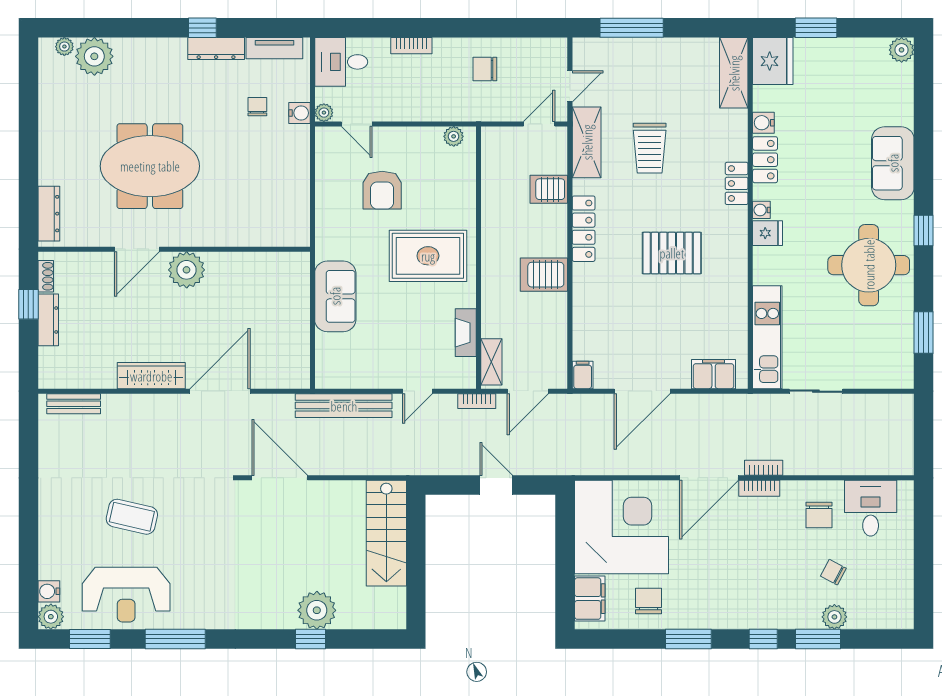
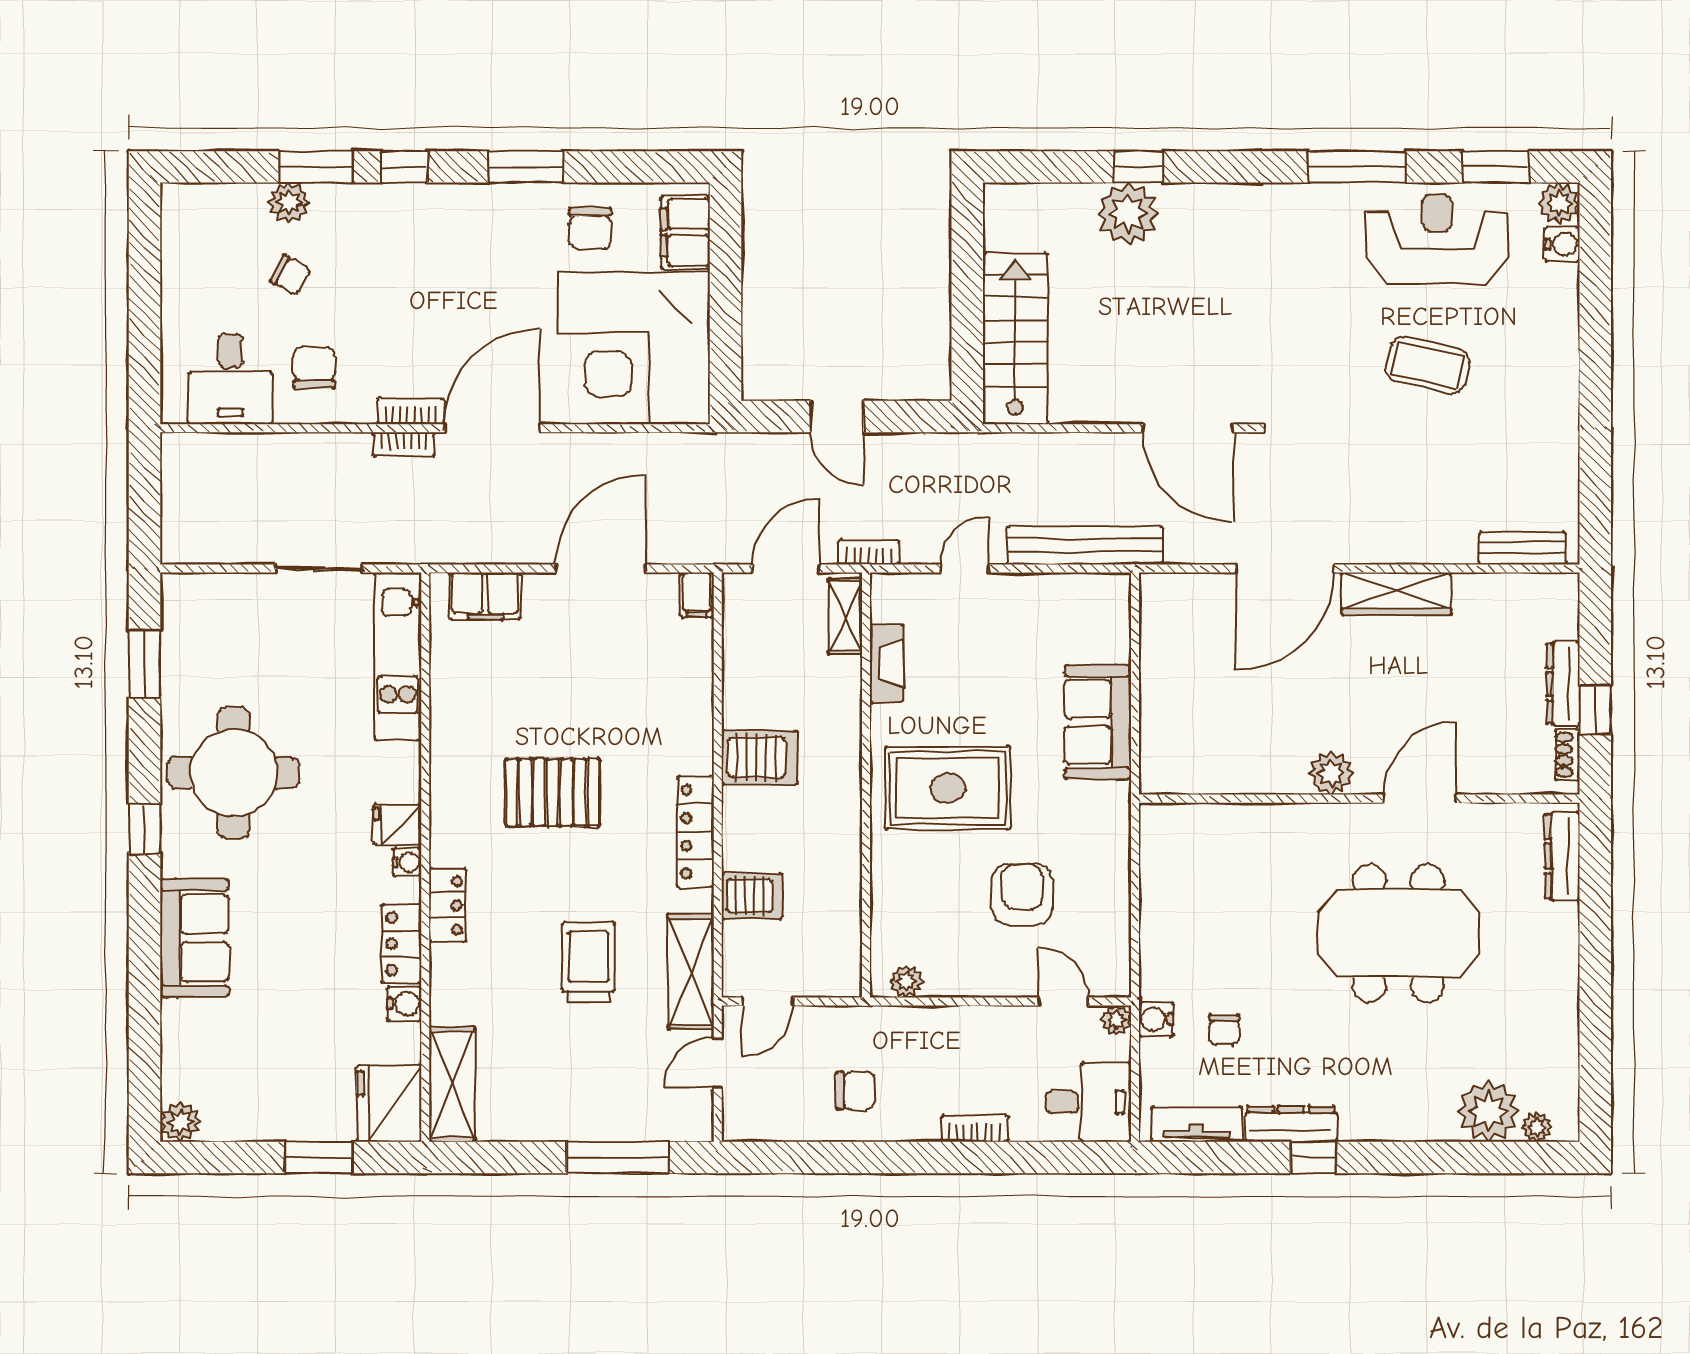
plant: (187, 270) -> (1331, 773), width x0.73, depth x0.73

